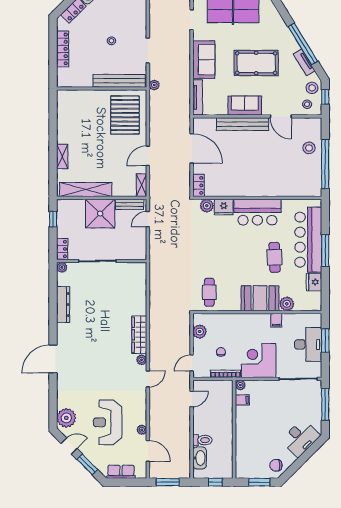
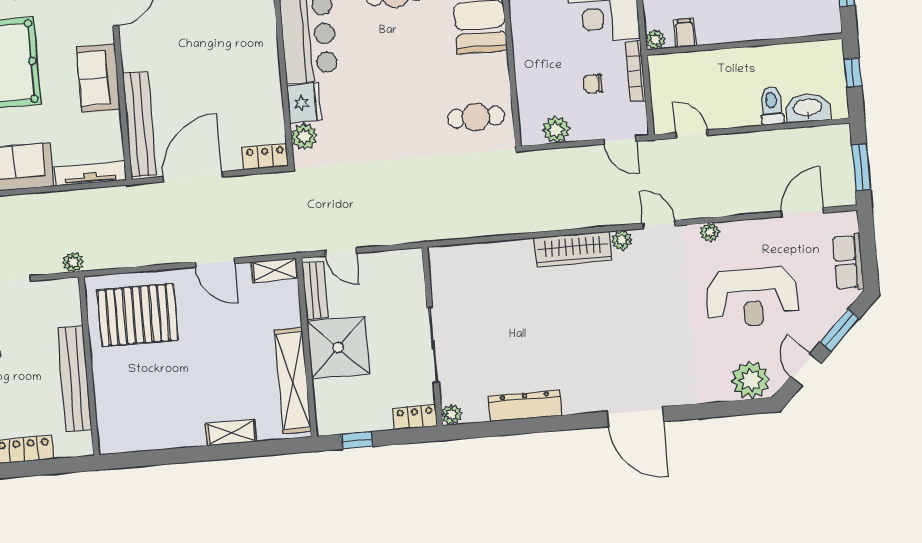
bench: (119, 81) -> (75, 379), moved
bench: (243, 124) -> (140, 124), moved
plant: (142, 430) -> (710, 232), moved

